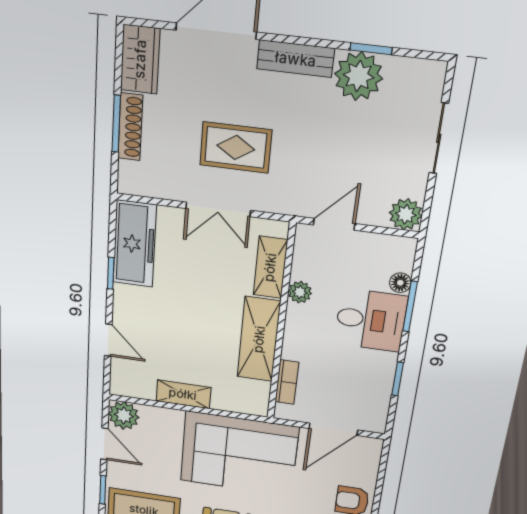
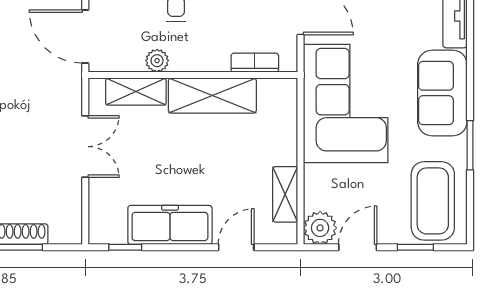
rug: (236, 147) -> (25, 135), removed
door: (334, 224) -> (85, 37), width x1.38
freezer: (135, 244) -> (170, 225), moved
window: (111, 273) -> (125, 247), moved
shelving: (183, 394) -> (285, 194), moved

